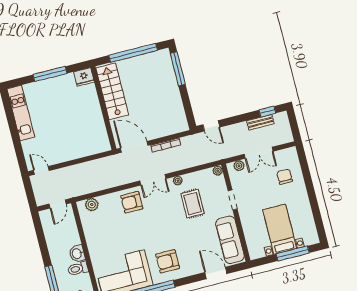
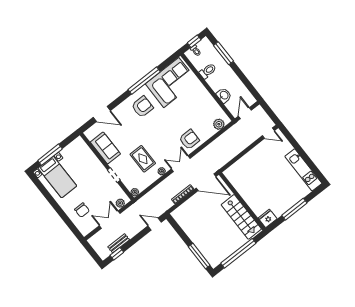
bed with nightstands: (280, 229) -> (57, 177), moved
sofa: (230, 240) -> (105, 148), width x0.73
washbasin: (77, 254) -> (224, 95), moved

